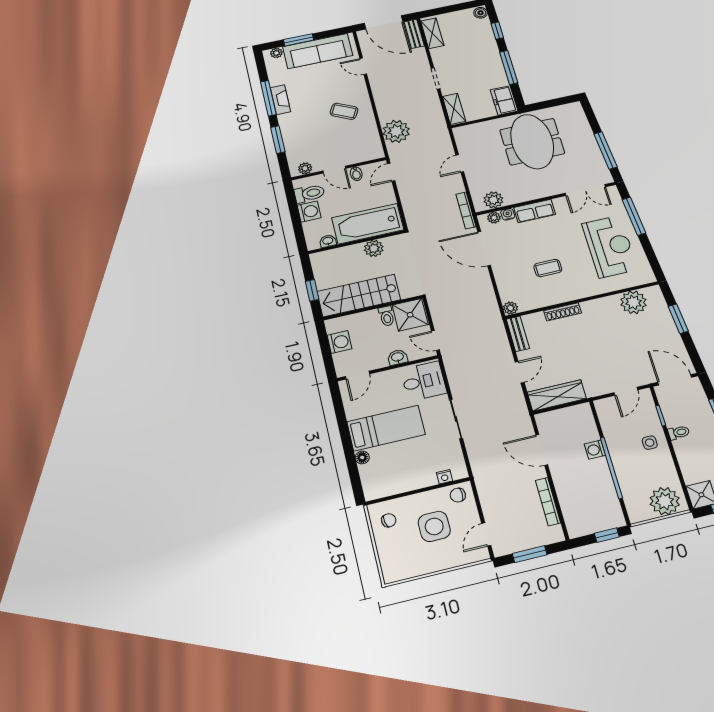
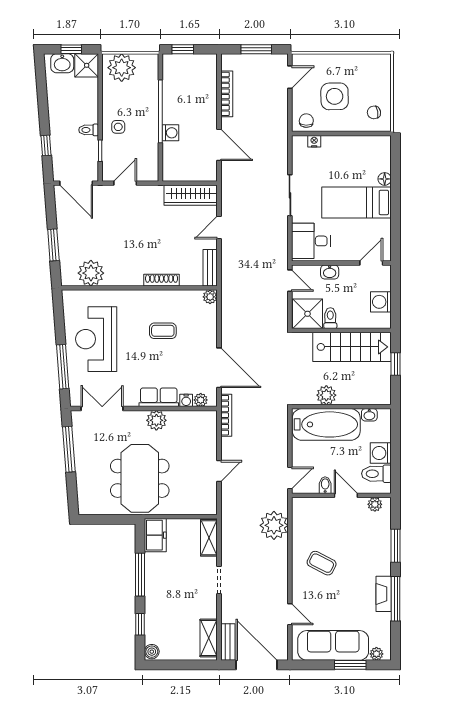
plant: (493, 200) -> (156, 420), moved
chair: (458, 495) -> (306, 121), turned -88

